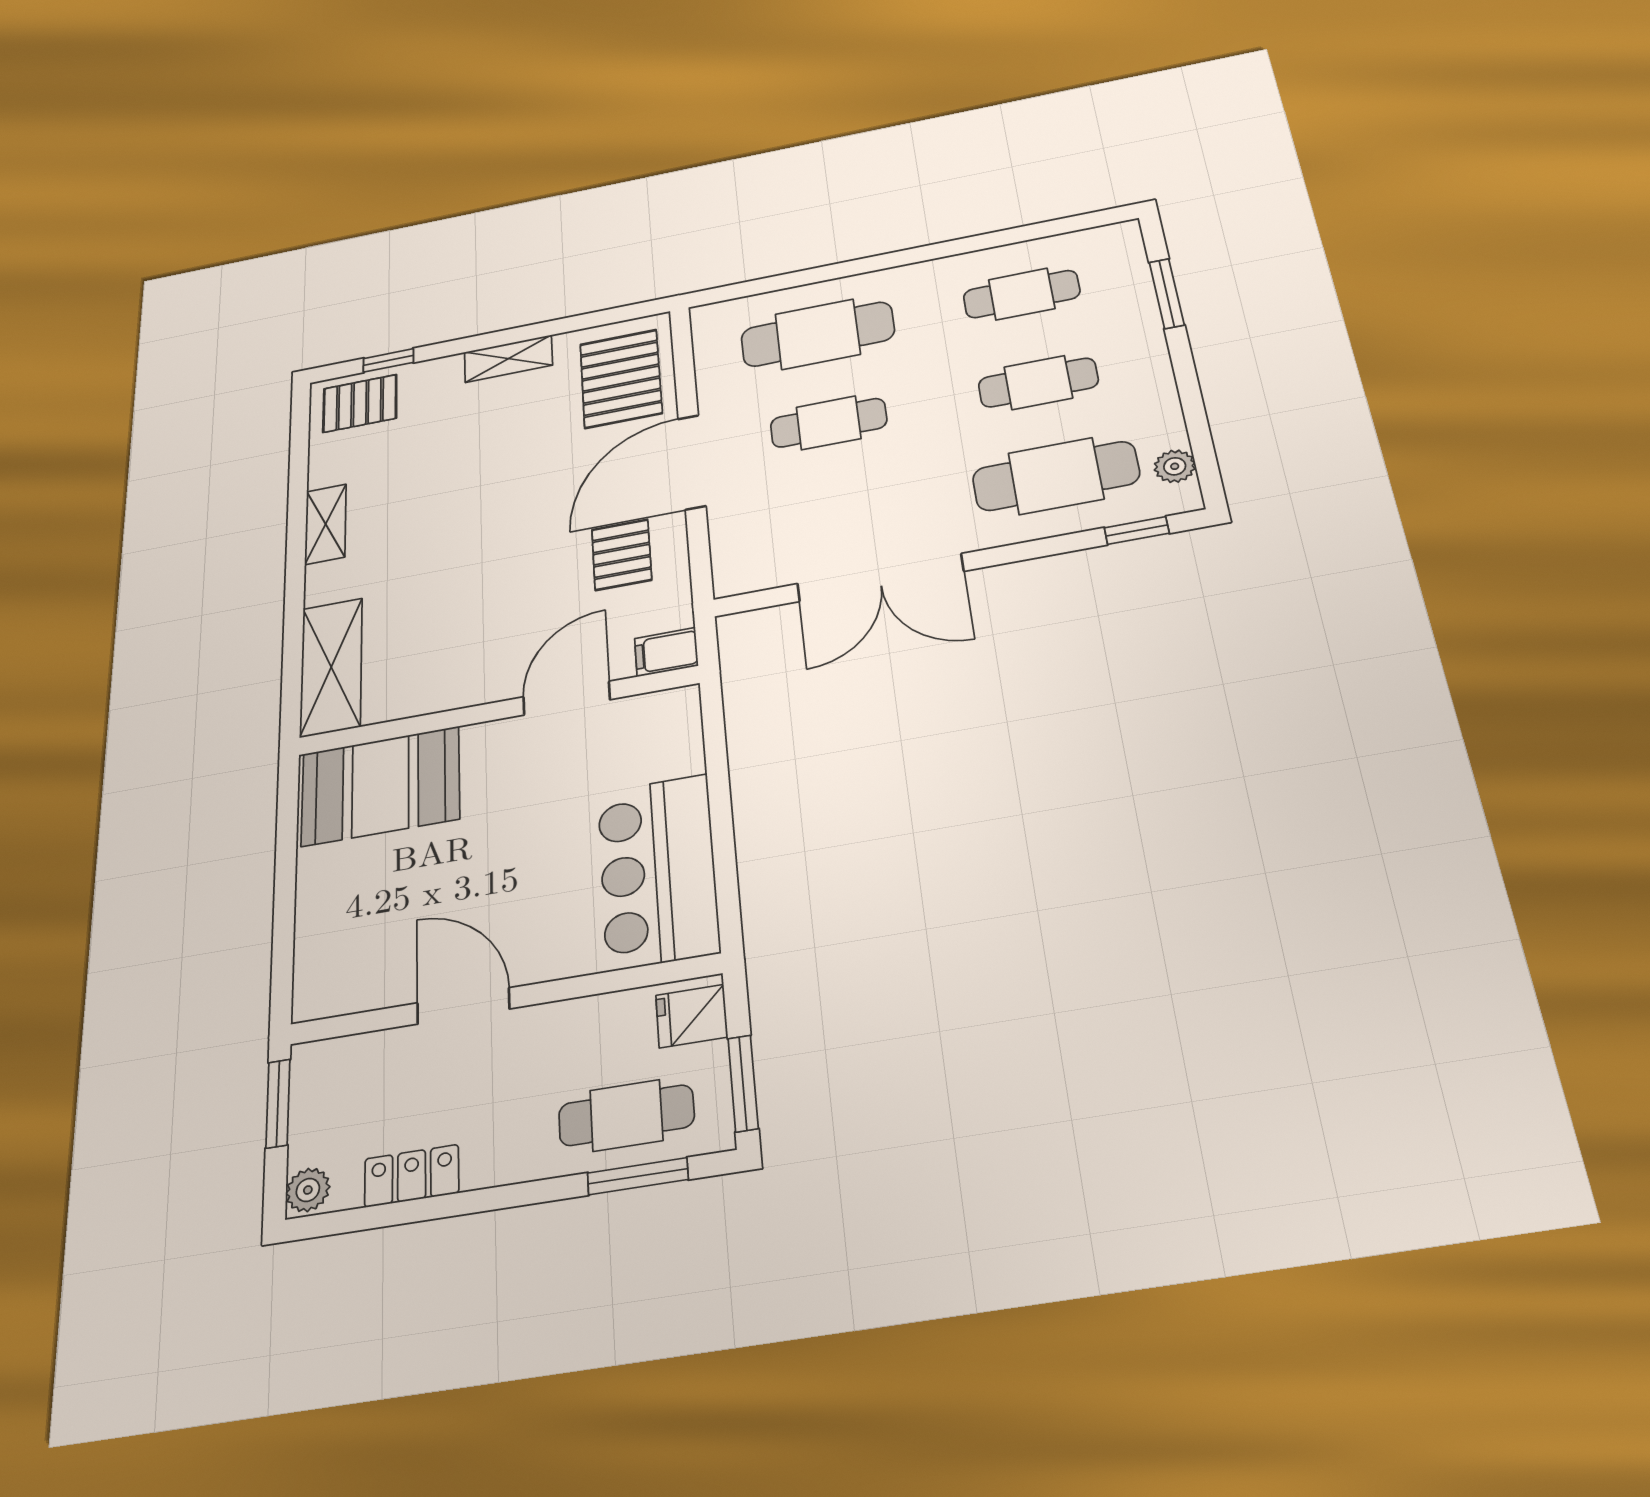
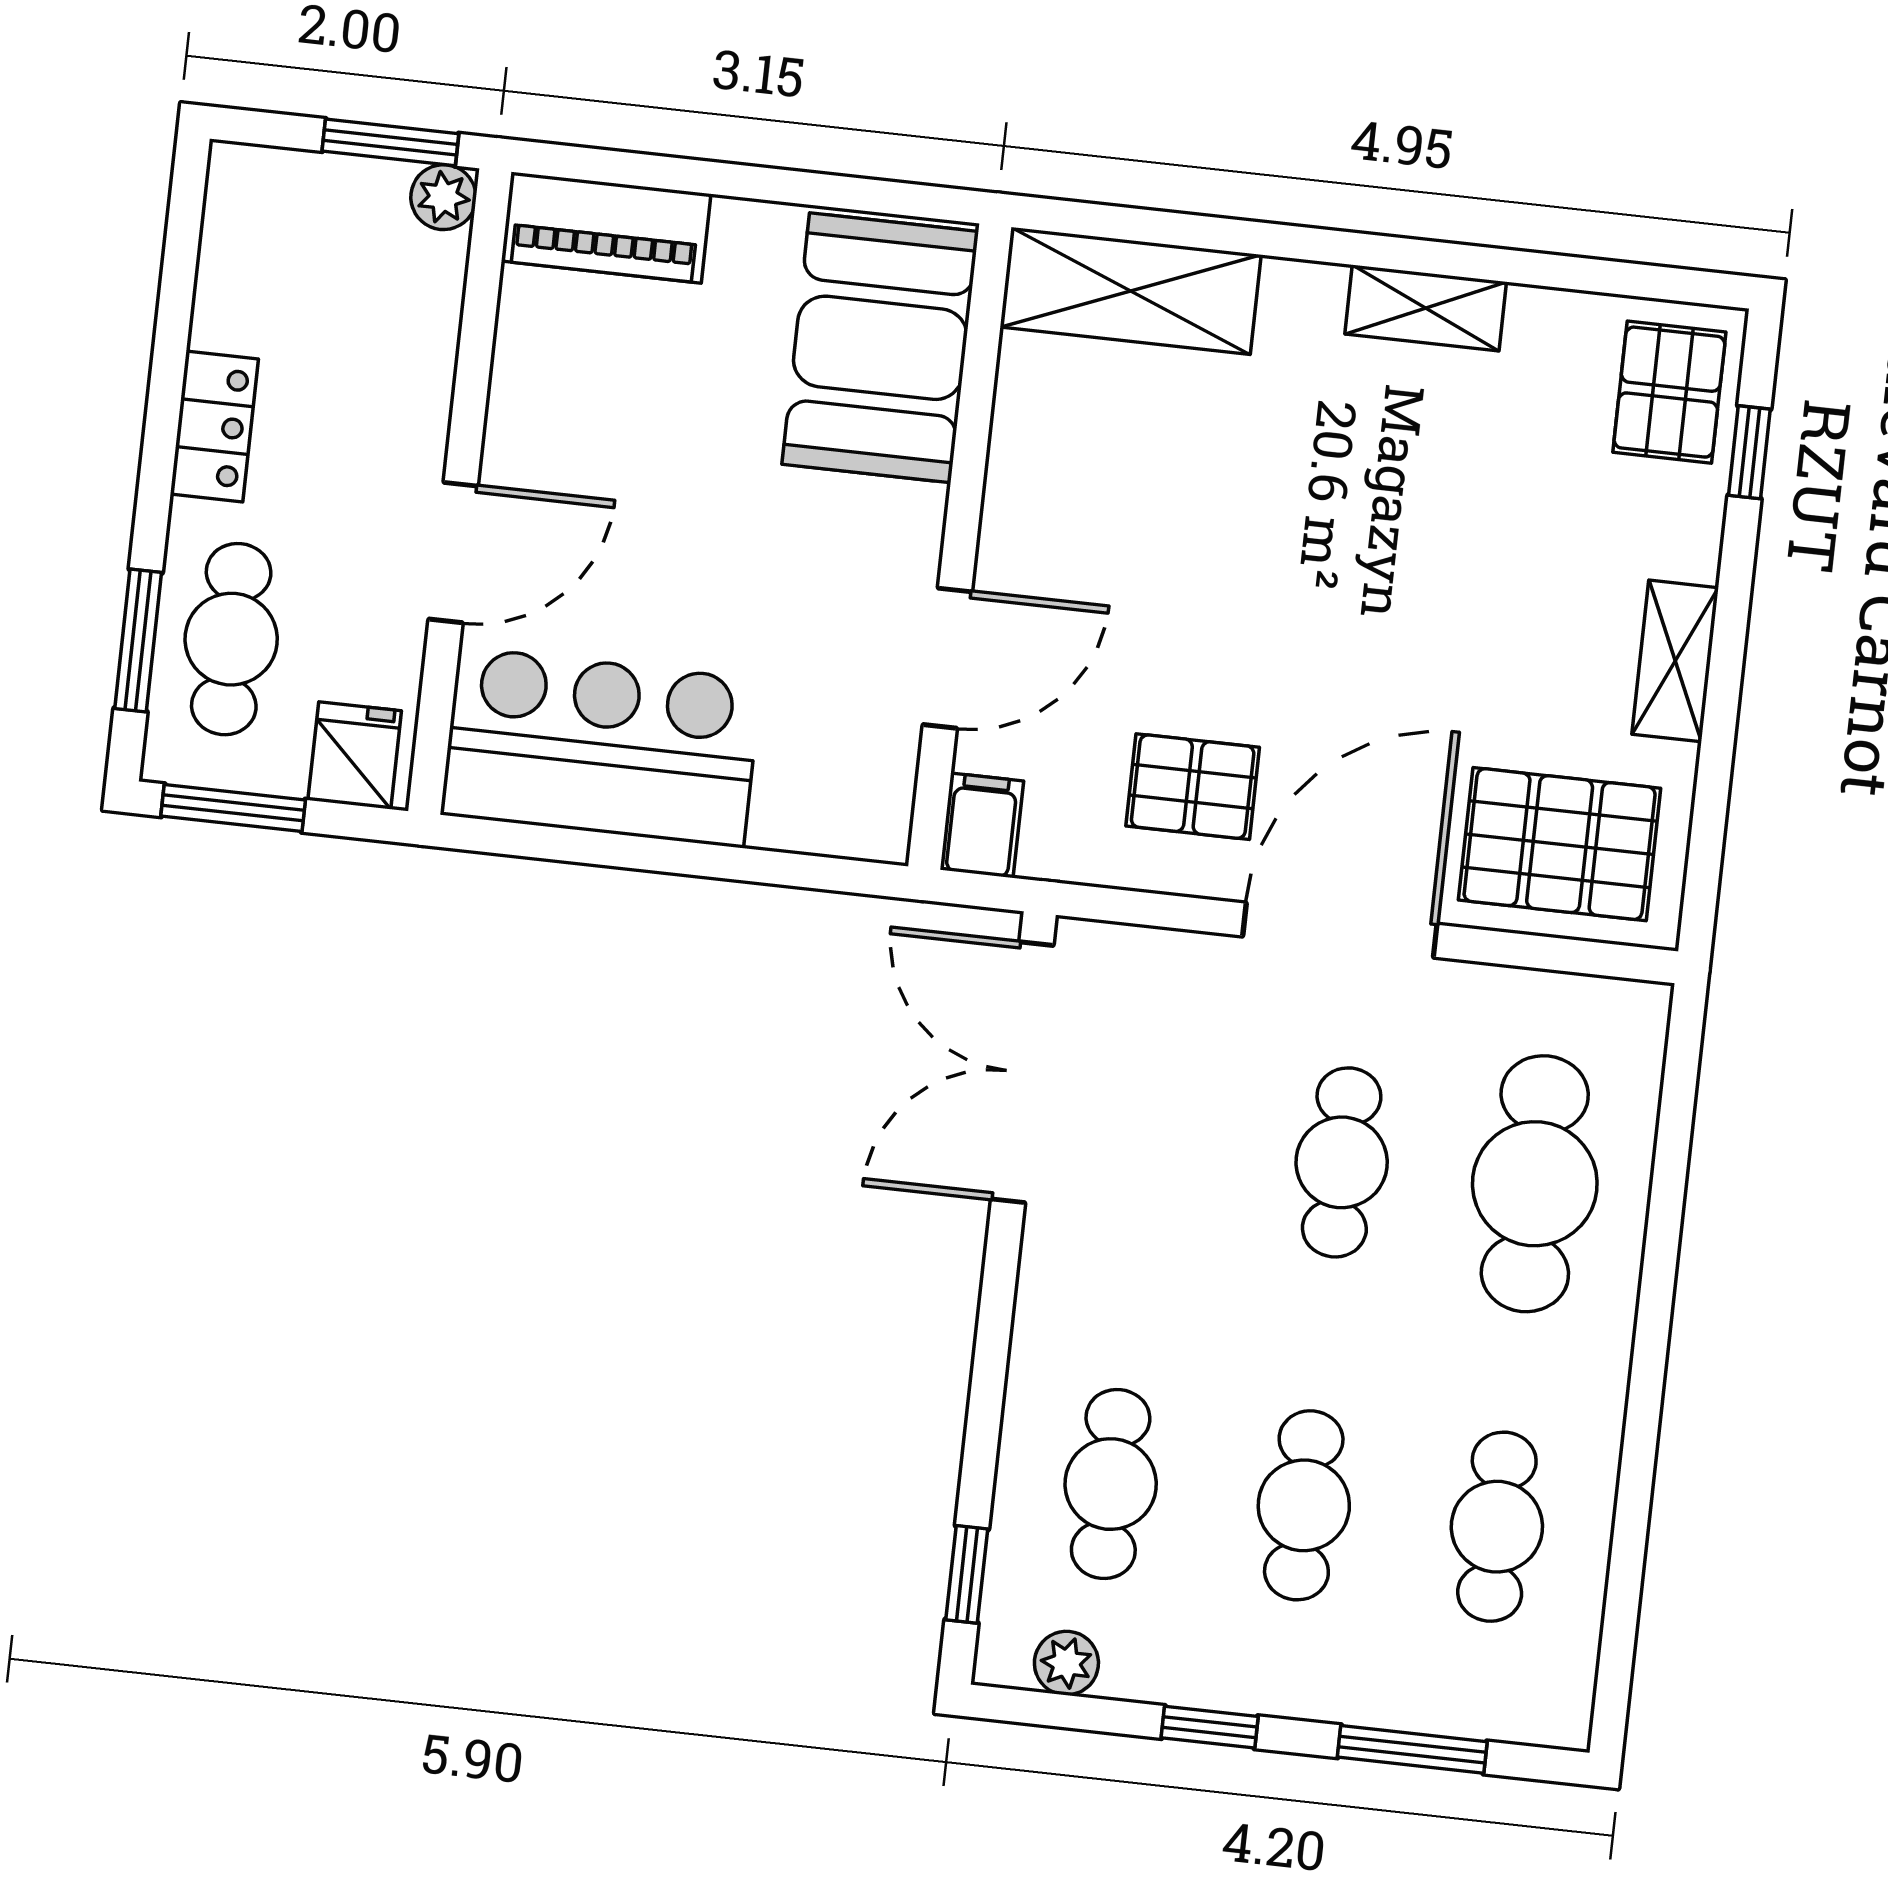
window: (1189, 388) -> (1210, 1727), added
door: (692, 462) -> (1340, 930), hinge flipped
cafe table: (1056, 476) -> (1111, 1484), width x0.73, depth x0.74
double door: (880, 578) -> (1022, 1072), moved
door: (567, 698) -> (947, 658), hinge flipped
piano: (321, 959) -> (606, 228), added
door: (463, 1006) -> (453, 553), moved
locker: (412, 1176) -> (214, 426), moved
plant: (308, 1190) -> (443, 197), moved

